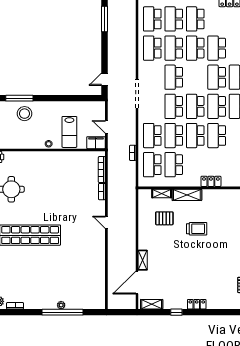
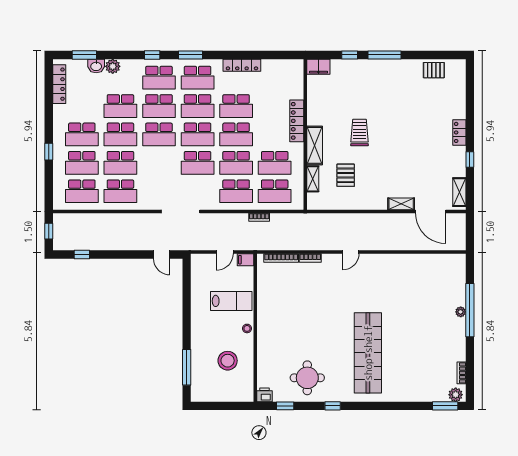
window: (105, 19) -> (82, 254), width x0.46
school desk: (174, 77) -> (159, 134), moved
stool: (24, 114) -> (228, 361), moved
filing cabinet: (96, 143) -> (246, 260), width x0.50
locker: (211, 181) -> (297, 121), width x1.53

